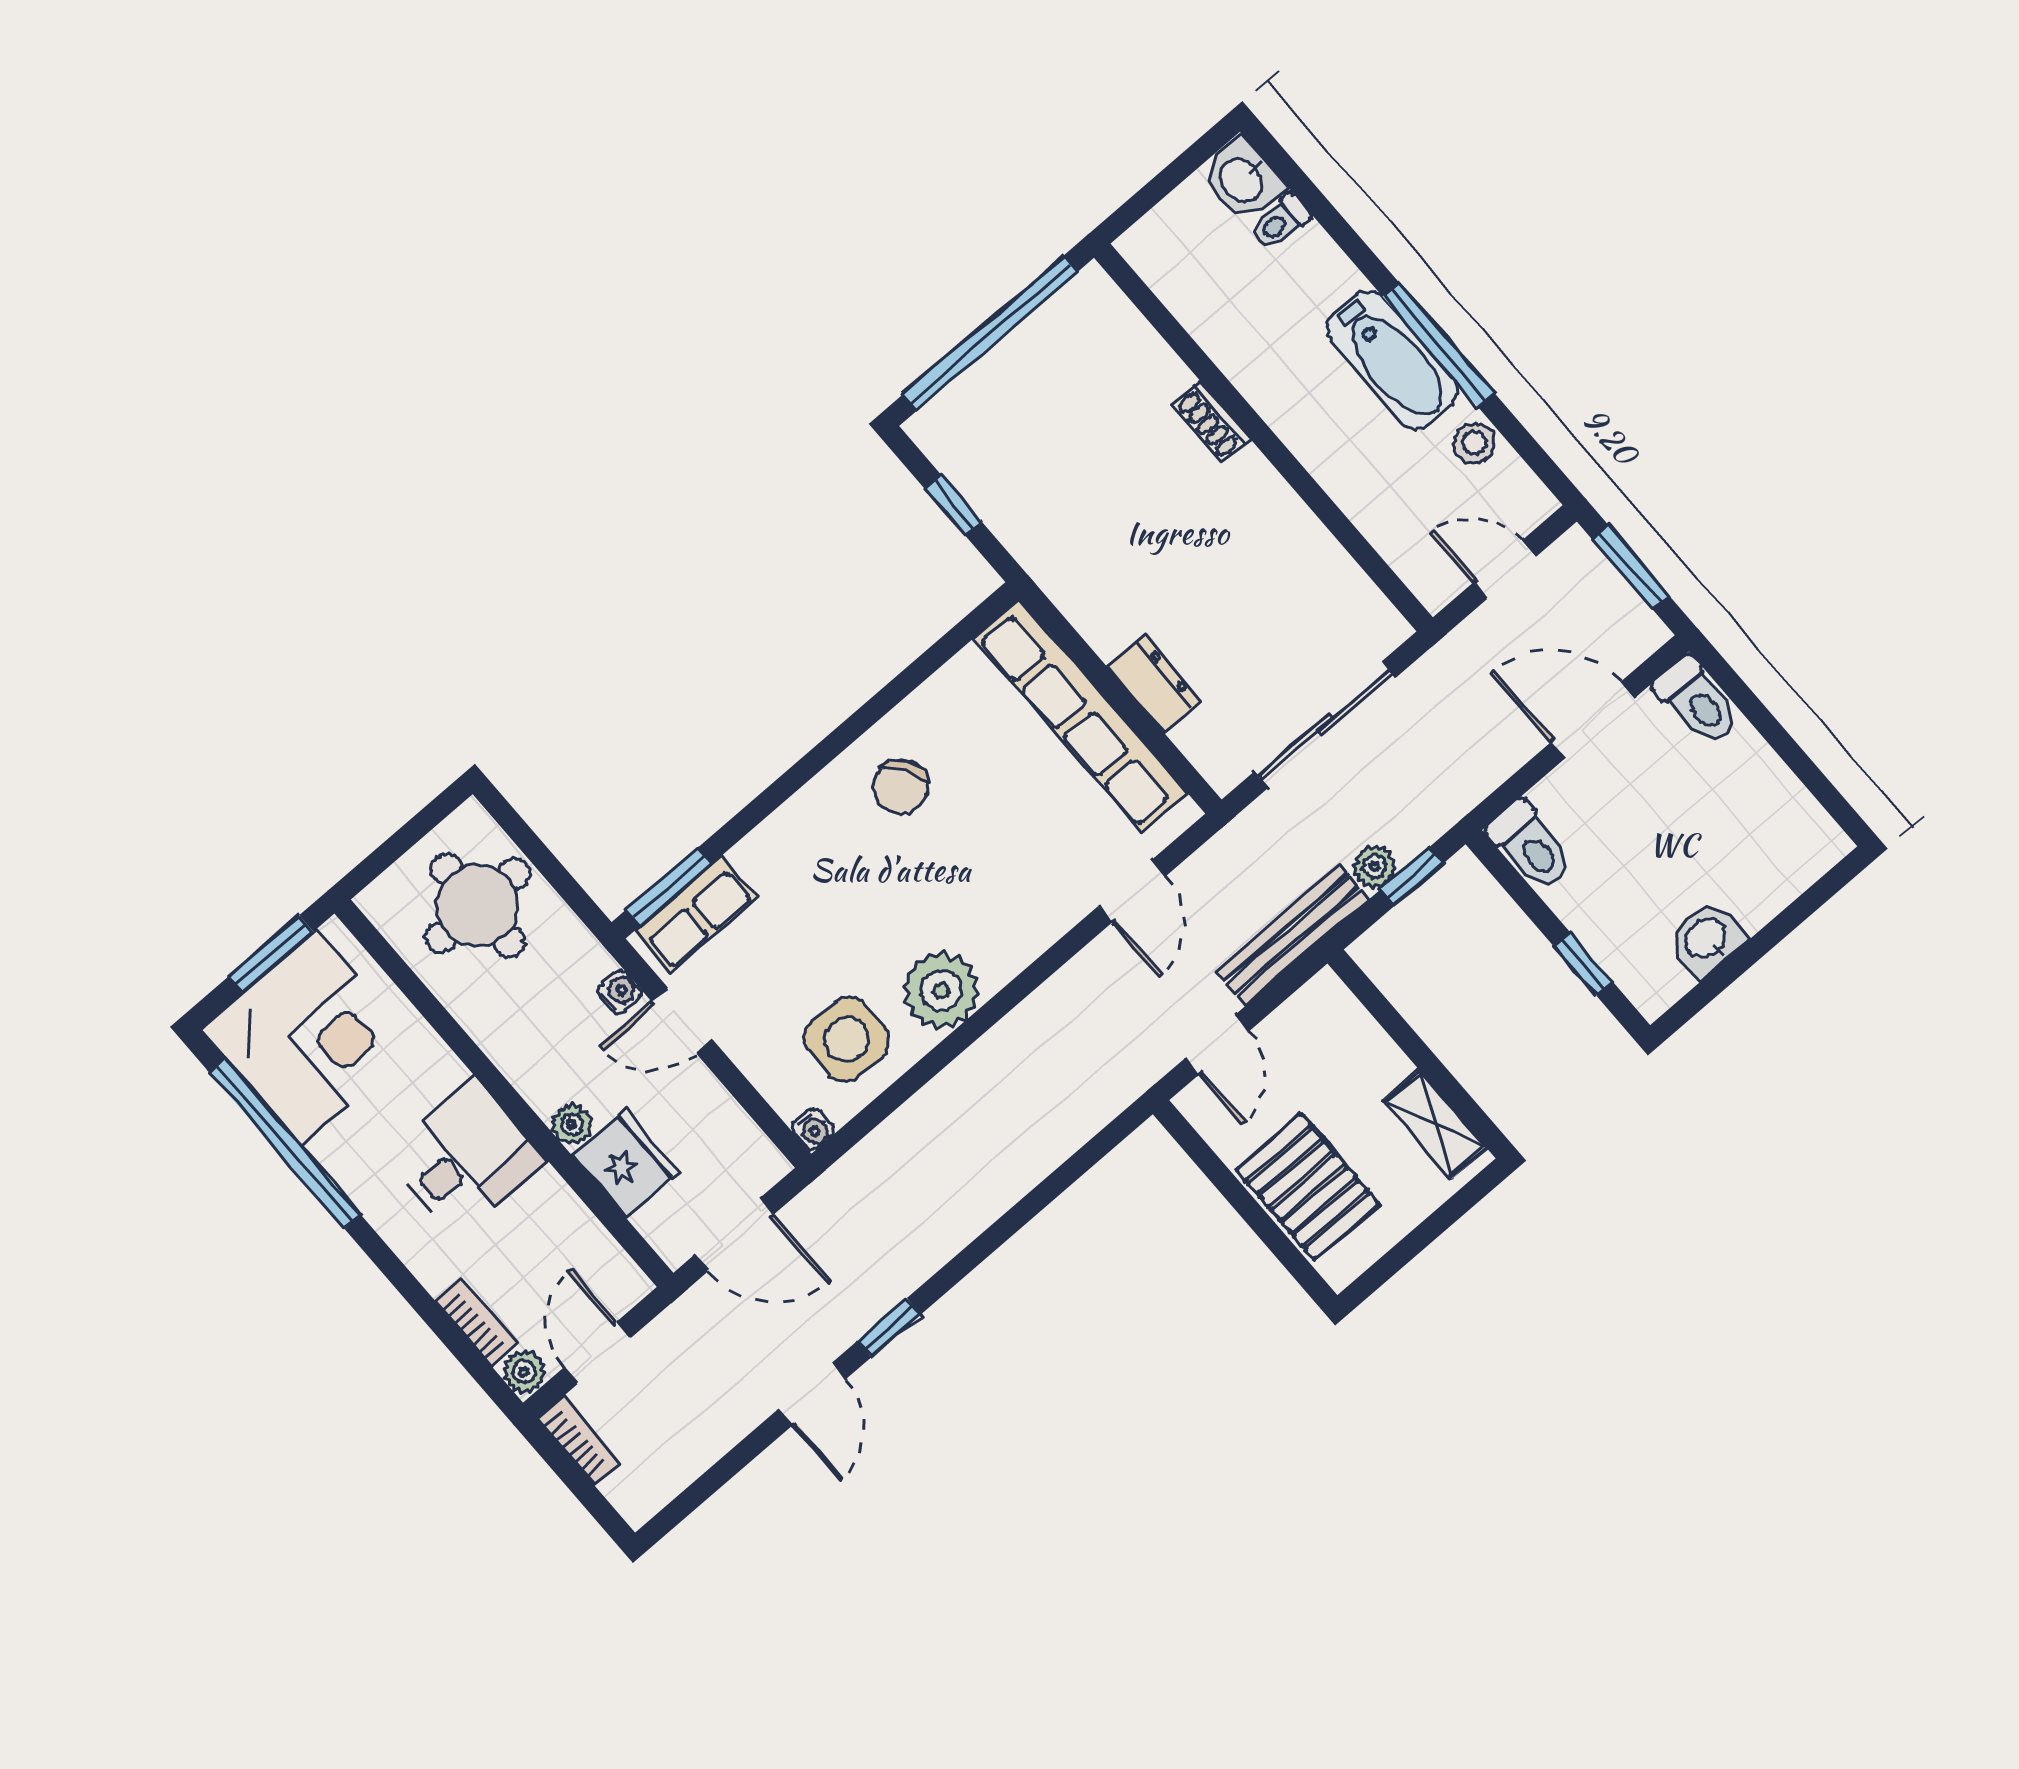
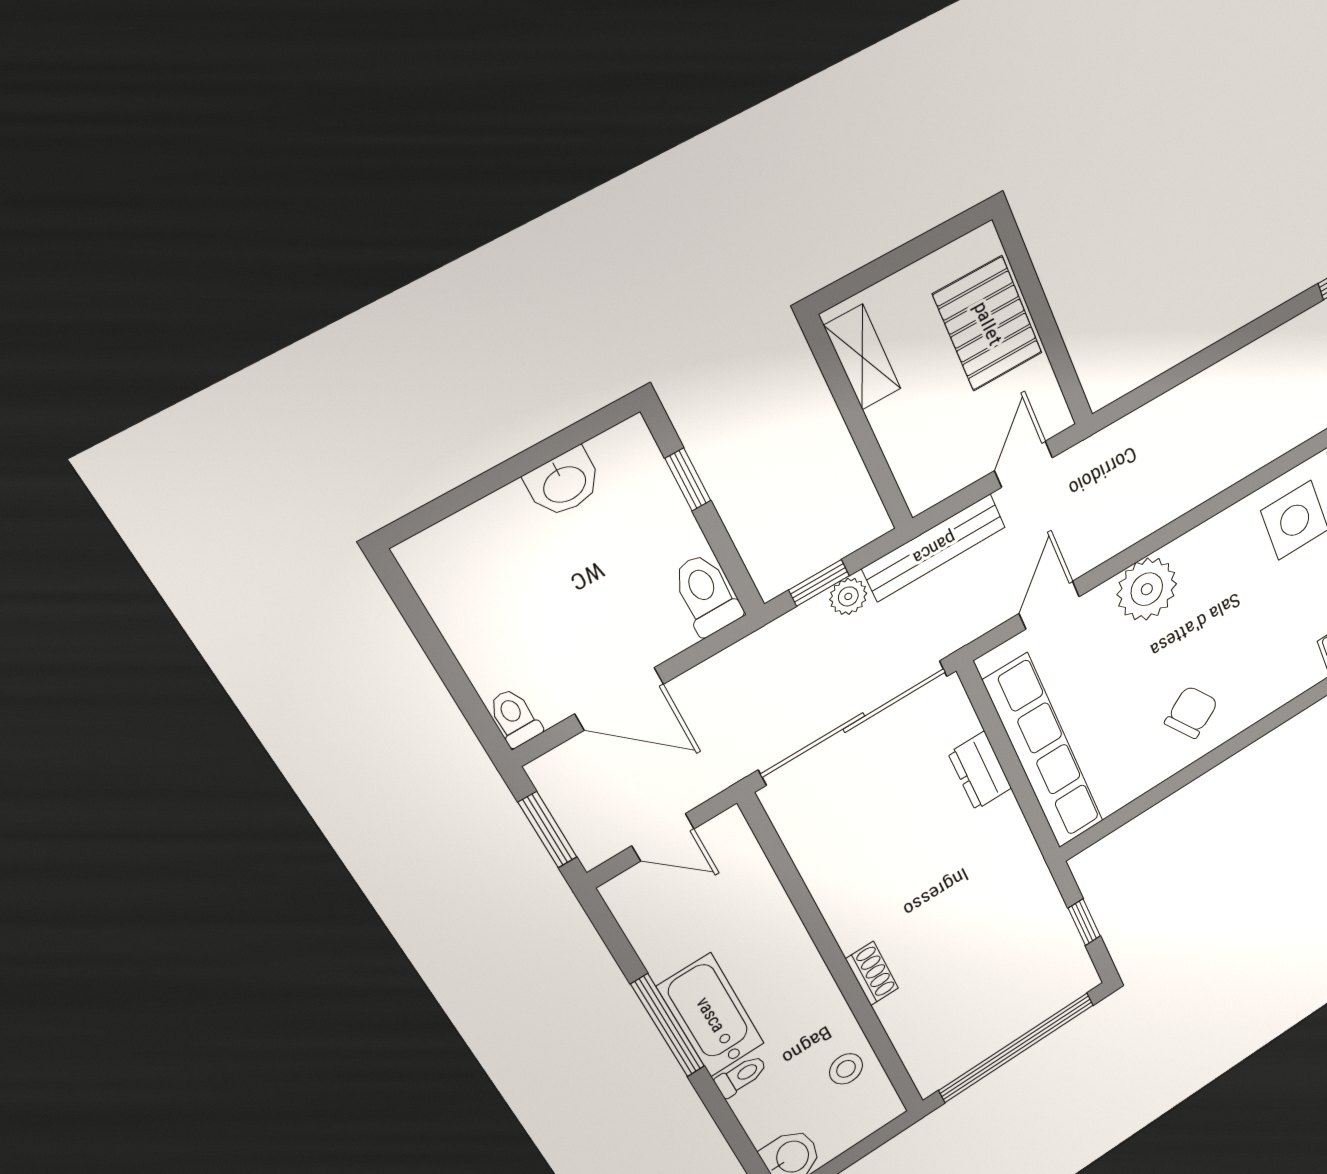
toilet: (1280, 222) -> (741, 1076), moved
stool: (1474, 443) -> (846, 1069), moved
toilet: (1697, 701) -> (515, 717), width x0.73, depth x0.72
sliding door: (1325, 724) -> (854, 723), width x1.36
plant: (941, 990) -> (1147, 589), moved

